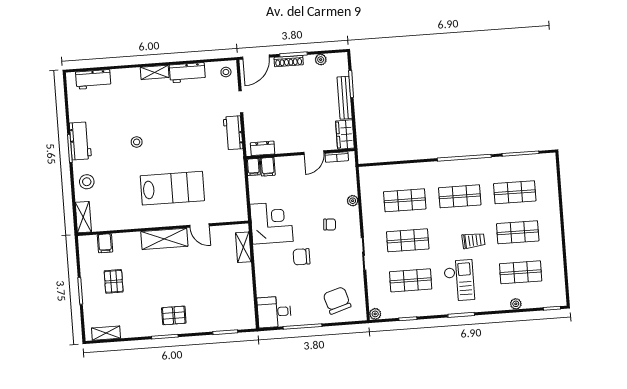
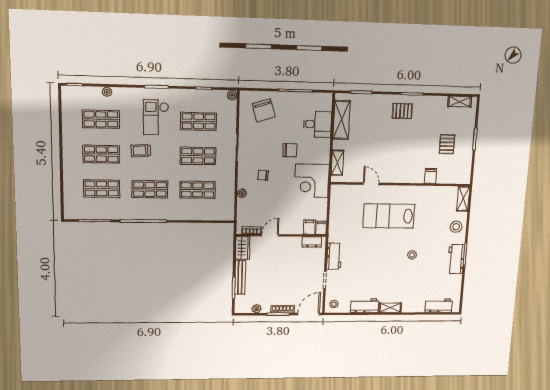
shelving: (164, 239) -> (342, 120), moved, turned 90
filing cabinet: (105, 243) -> (431, 176), moved
desk: (274, 312) -> (317, 124), moved

